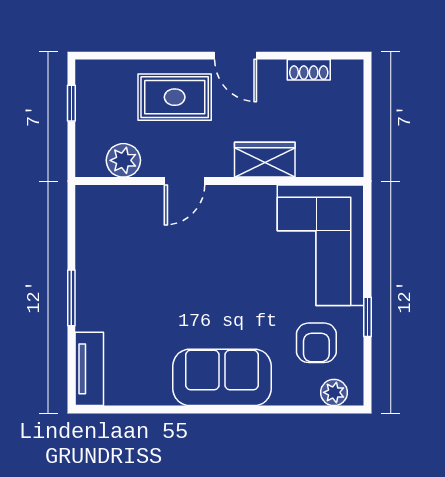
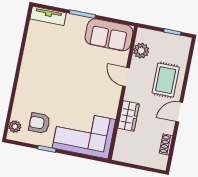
sofa: (222, 377) -> (109, 35), moved, turned 90

